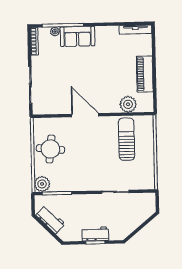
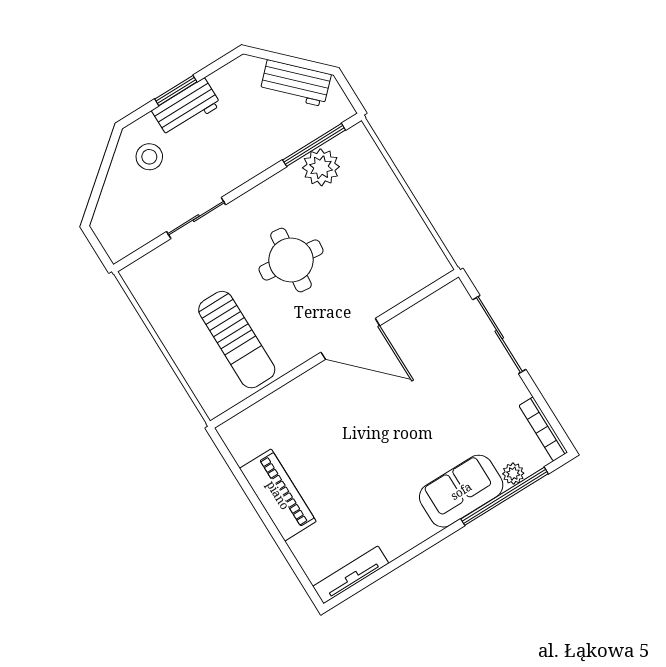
plant: (128, 104) -> (276, 413), removed
round table: (50, 149) -> (291, 260), moved
plant: (42, 184) -> (321, 167), moved
stool: (119, 224) -> (149, 157), added

